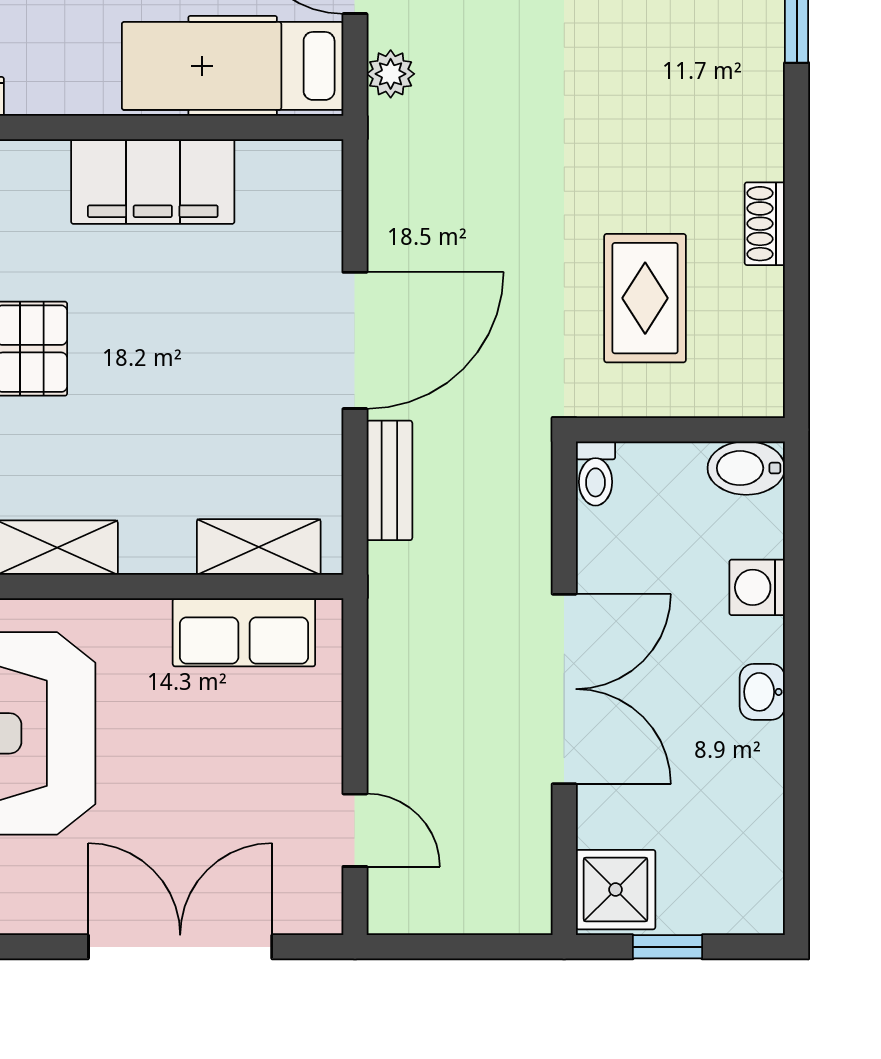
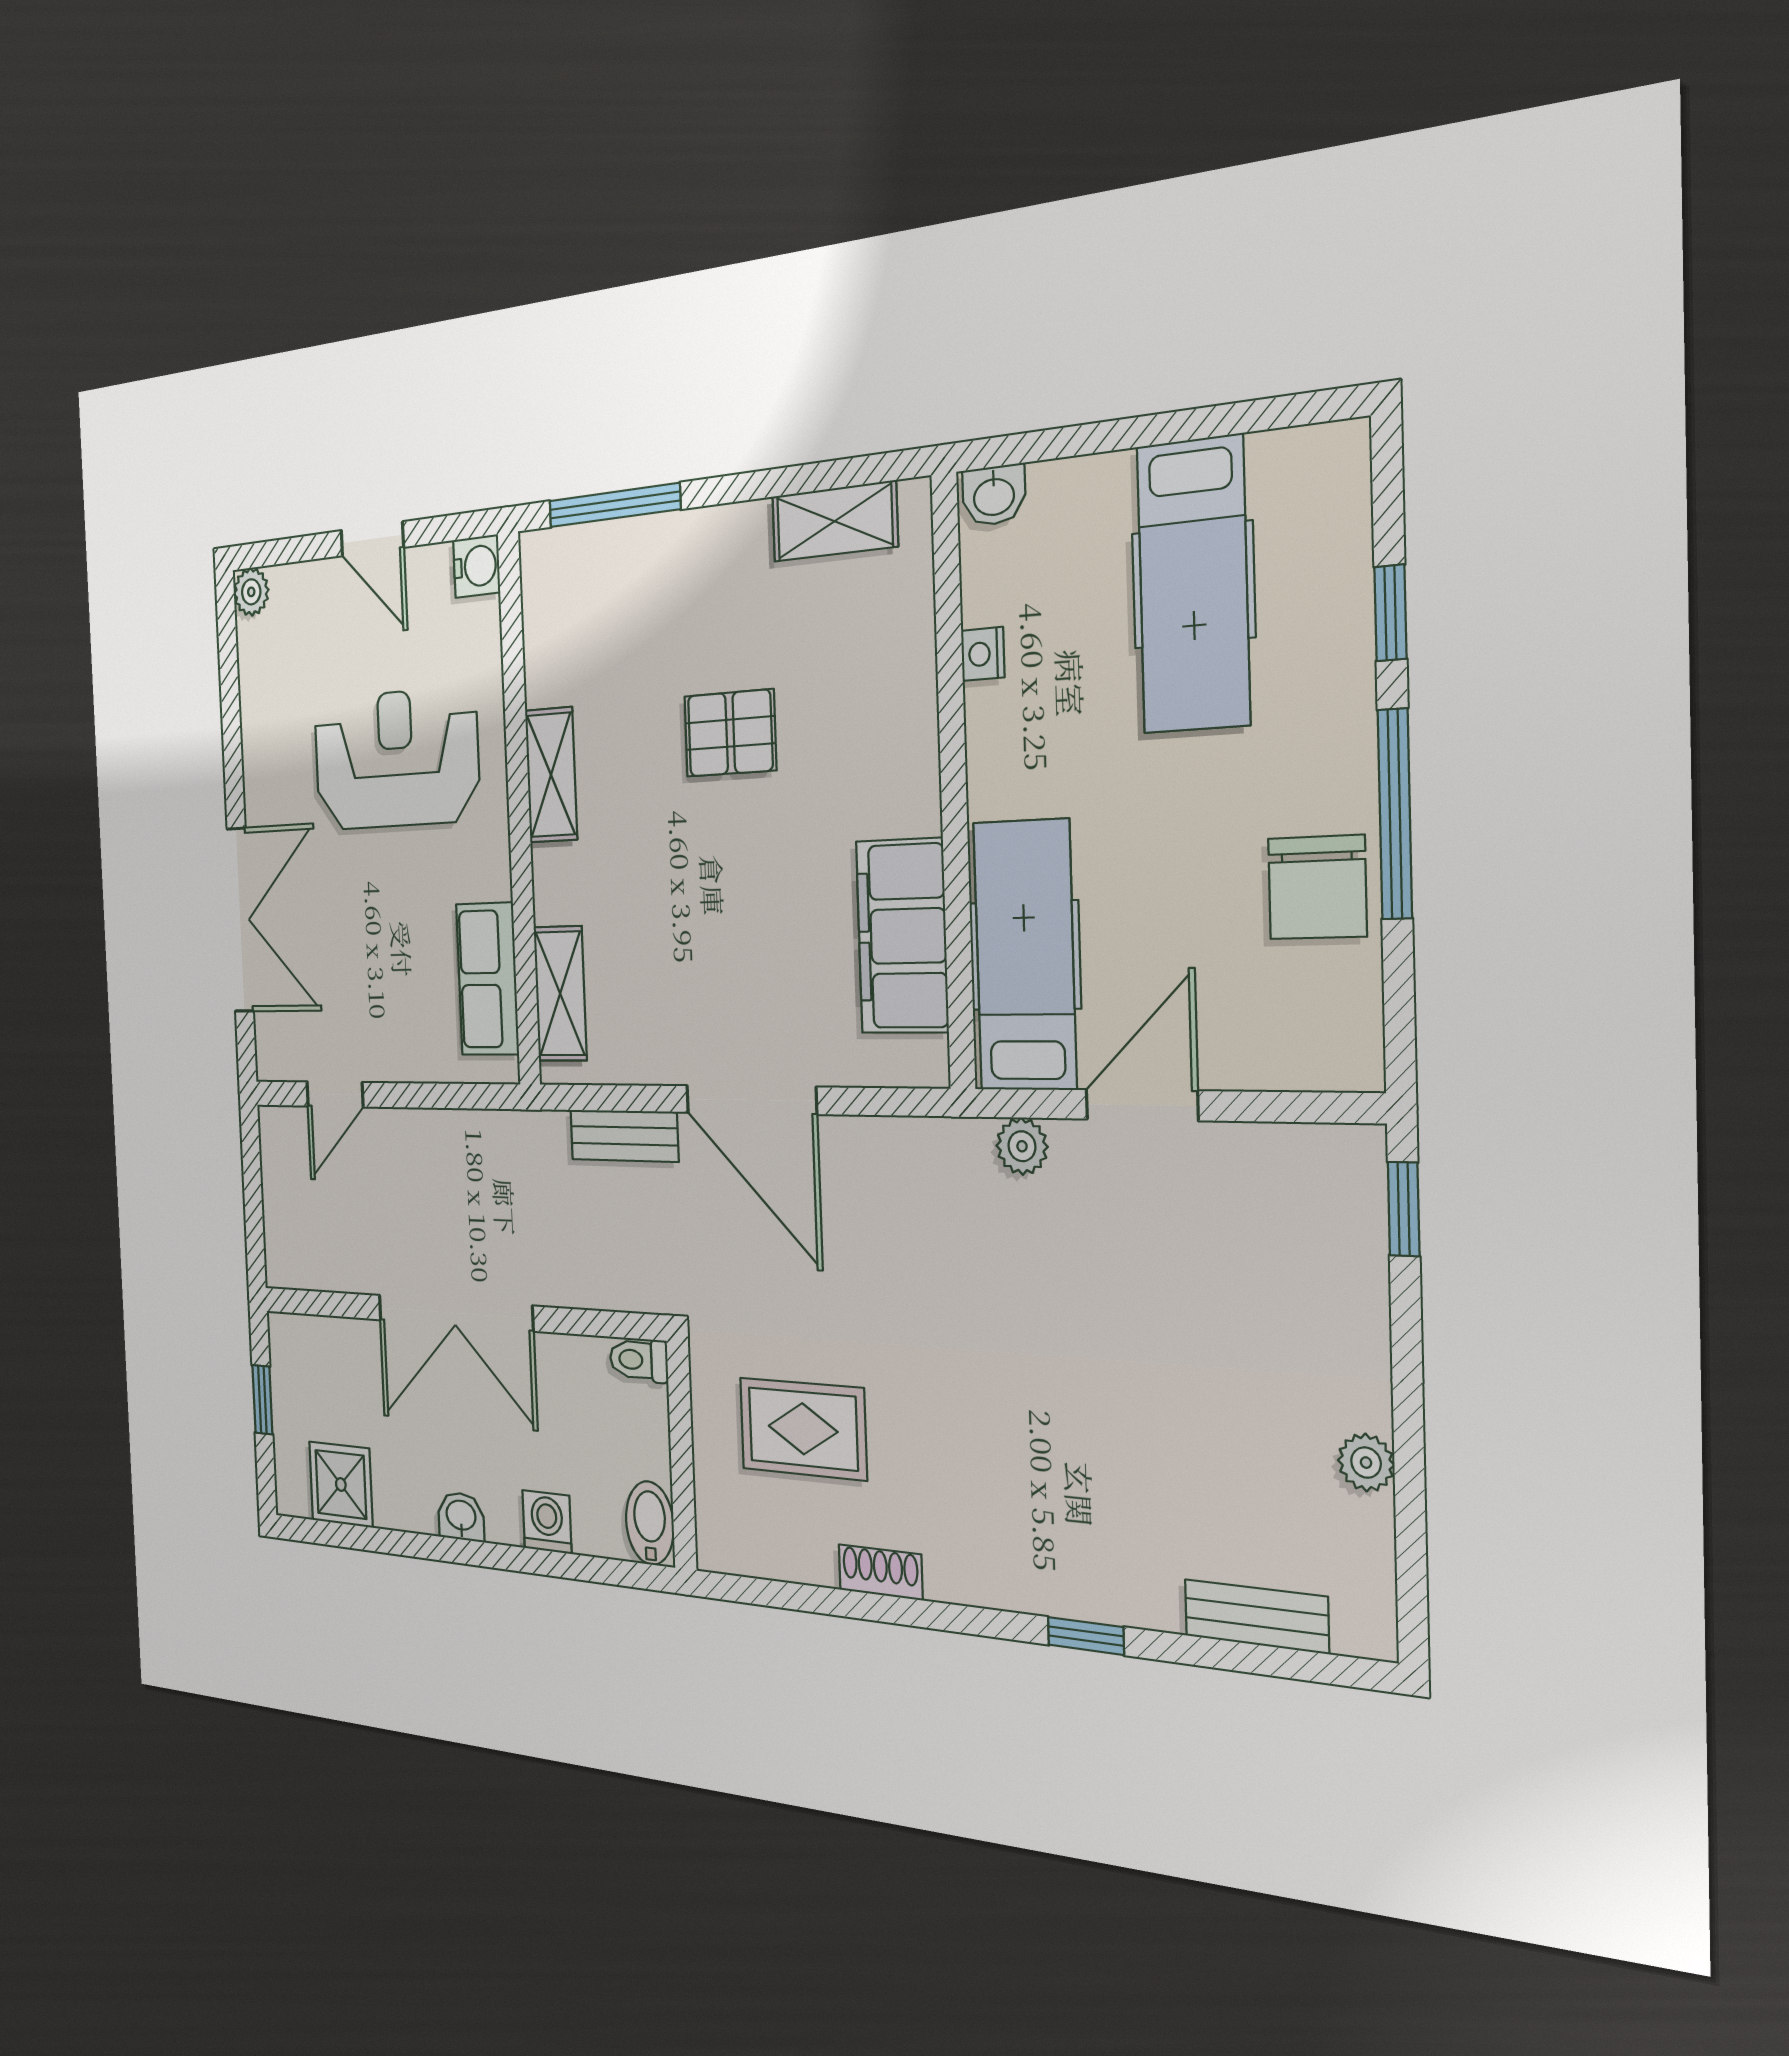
filing cabinet: (153, 182) -> (902, 936), moved
shower: (616, 890) -> (341, 1484), moved

